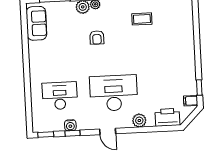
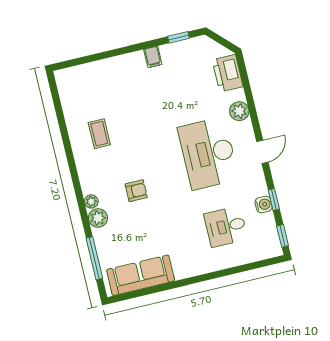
sofa: (36, 23) -> (141, 275), width x1.36
desk: (60, 96) -> (226, 227), width x0.73
filing cabinet: (191, 101) -> (153, 57), moved

